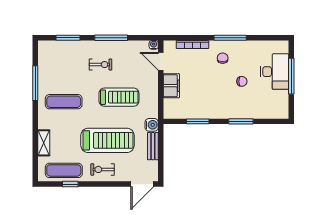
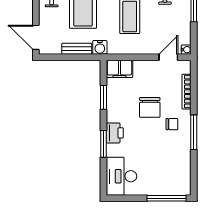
desk: (275, 72) -> (121, 176), moved, turned 90
window: (291, 76) -> (167, 198), moved
chair: (242, 81) -> (150, 107), moved, width x1.87, depth x1.87
filing cabinet: (171, 86) -> (119, 69), moved
printer: (231, 111) -> (115, 133), added

